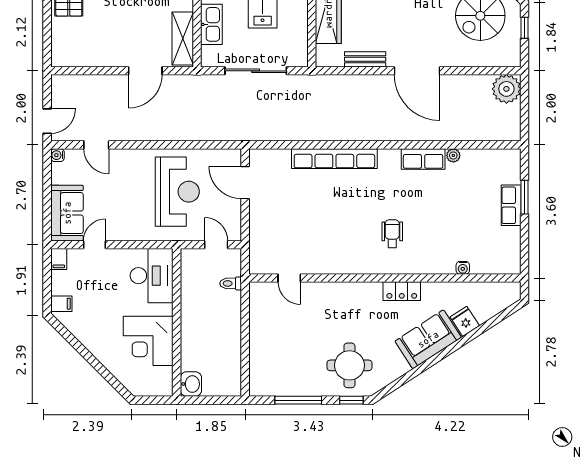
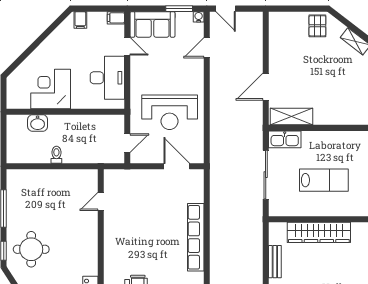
kitchen sink: (211, 24) -> (285, 139), moved
door: (145, 71) -> (266, 87), hinge flipped
window: (47, 180) -> (179, 9), added
door: (245, 183) -> (177, 166), hinge flipped
desk: (152, 276) -> (107, 78), moved, turned -90
toilet: (231, 283) -> (56, 155), moved
washbasin: (191, 384) -> (38, 123), moved

